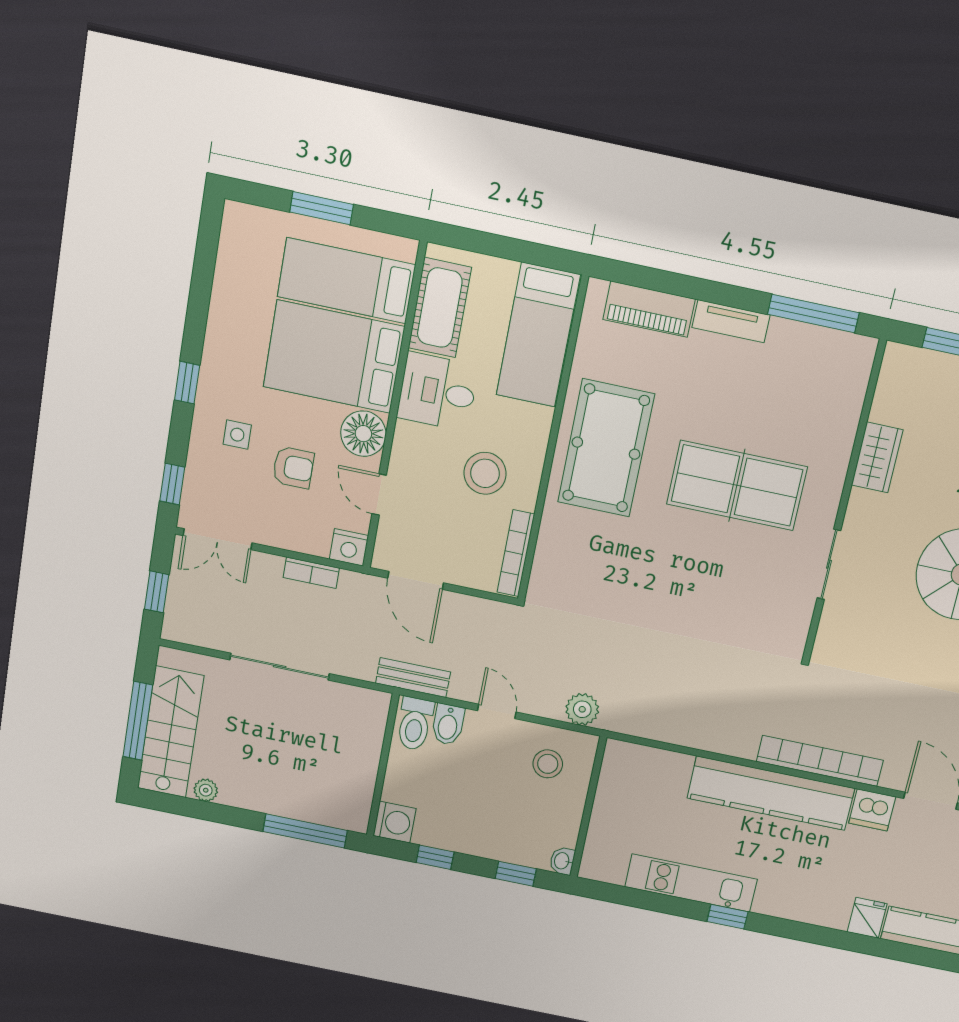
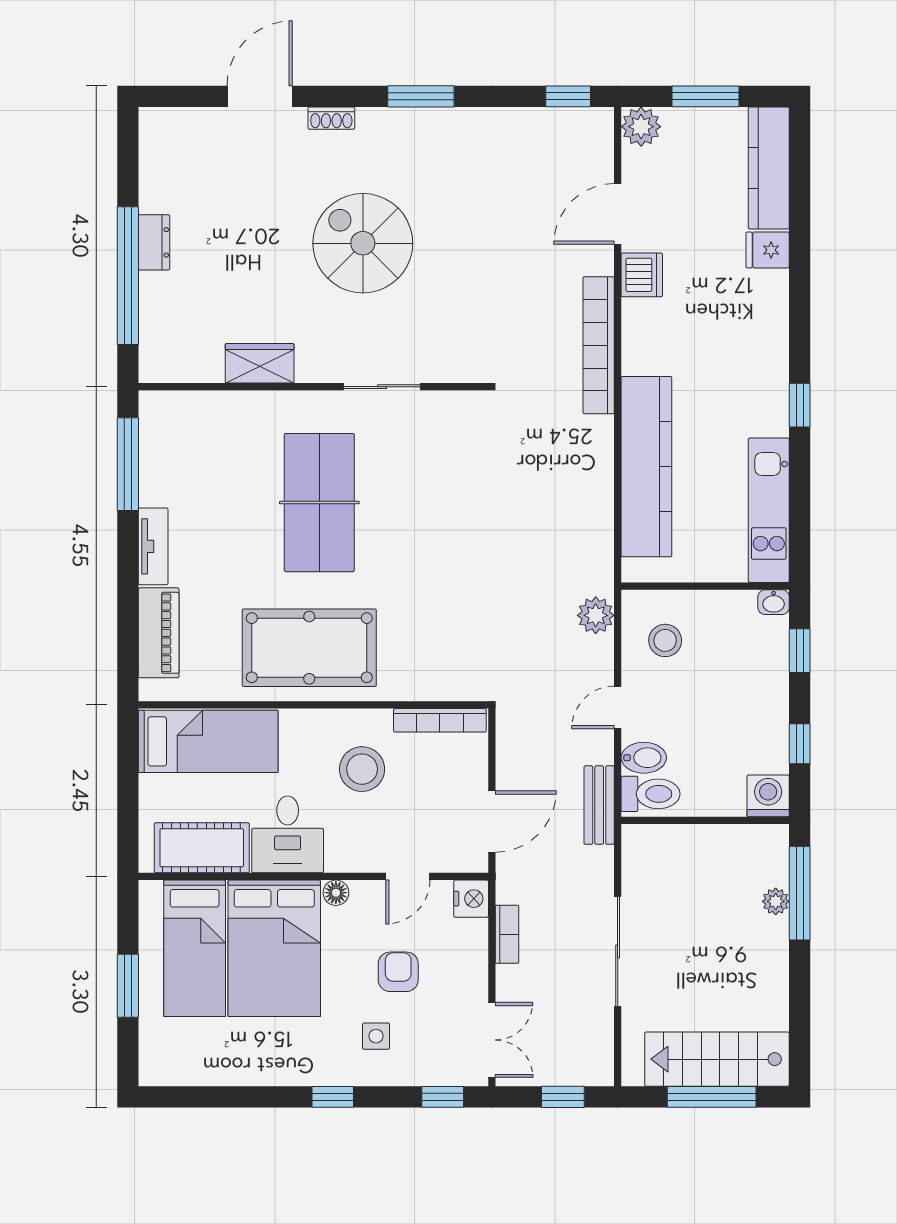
floor lamp: (363, 434) -> (336, 893), width x0.53, depth x0.53
plant: (206, 790) -> (776, 901), moved
kitchen counter: (771, 793) -> (646, 467), moved
kitchen unit: (691, 883) -> (769, 510), moved

